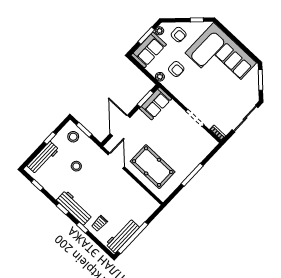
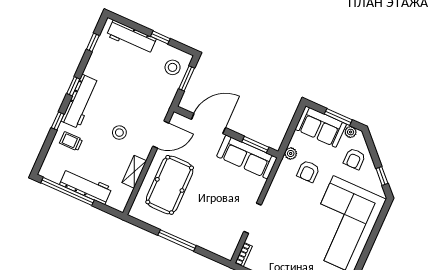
sofa: (156, 103) -> (247, 157), width x1.36
stool: (76, 166) -> (119, 133), moved
shelving: (135, 188) -> (134, 172), added
workbench: (122, 236) -> (86, 186), moved

